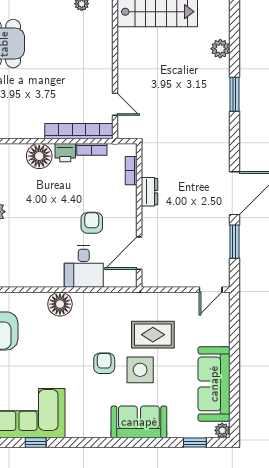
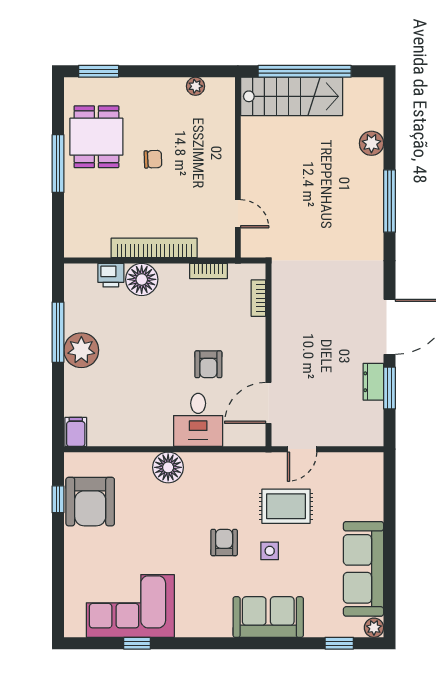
chair: (48, 61) -> (153, 159), added
window: (234, 94) -> (389, 201), width x1.44
bookcase: (79, 131) -> (154, 248), moved
printer: (65, 153) -> (111, 275), moved
dresser: (149, 192) -> (373, 382), moved, turned 180
armchair: (92, 223) -> (208, 364), turned 180
door: (211, 290) -> (302, 449), moved
side table: (140, 370) -> (270, 551), width x0.54, depth x0.54

